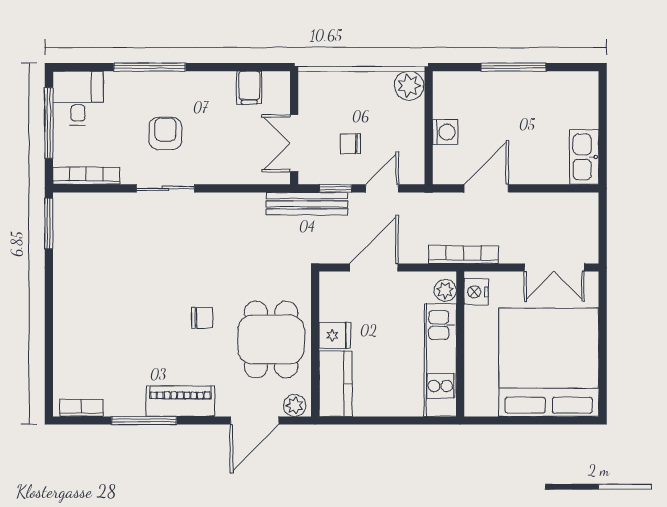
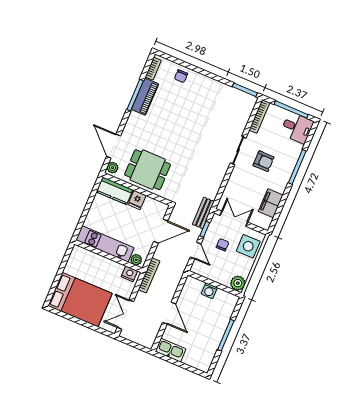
filing cabinet: (249, 88) -> (271, 203), width x2.00
side table: (333, 95) -> (248, 246), added
door: (486, 188) -> (169, 313), moved
bench: (307, 204) -> (203, 213), width x0.73
door: (374, 268) -> (161, 231), hinge flipped
chair: (202, 318) -> (181, 76), moved
bed: (549, 362) -> (80, 300), width x0.73
piano: (180, 401) -> (145, 97), moved

